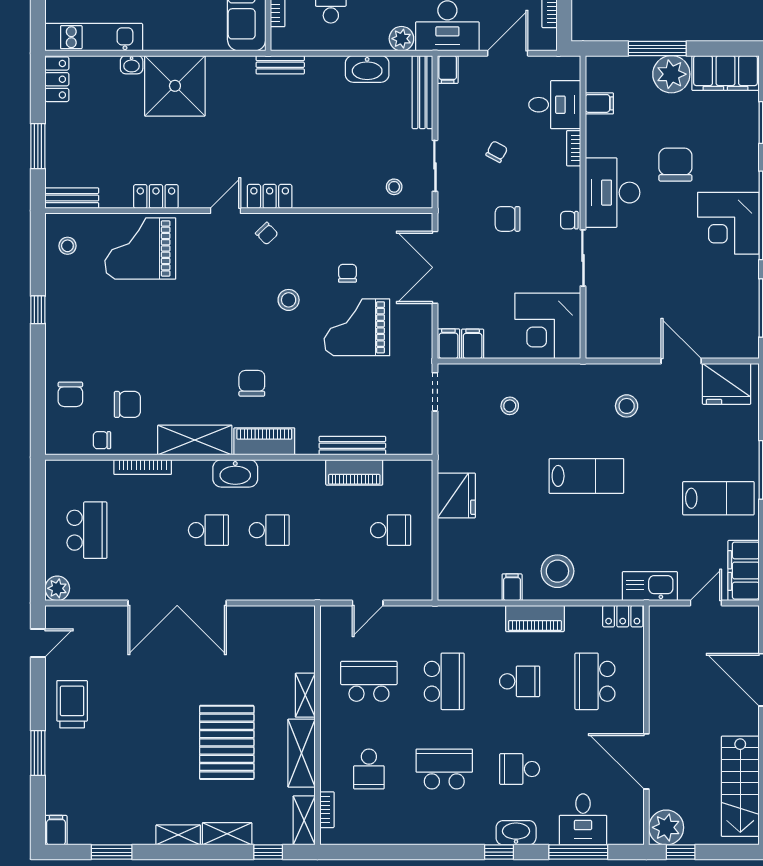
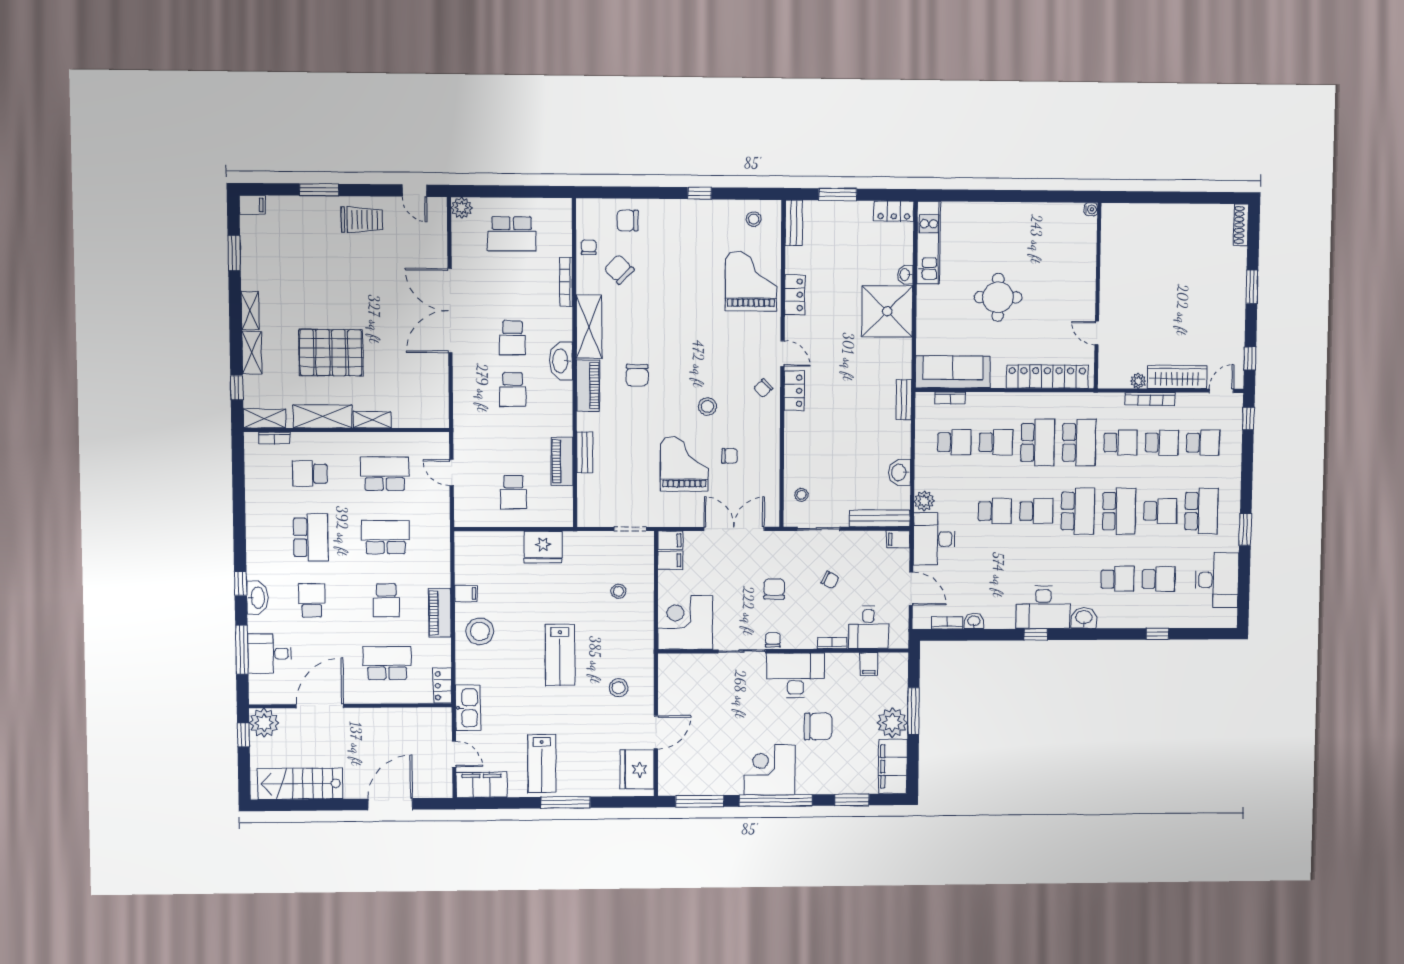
washbasin: (367, 69) -> (899, 472), width x0.72
chair: (252, 383) -> (637, 375), turned 90
chair: (127, 404) -> (619, 269), turned 135
bench: (352, 446) -> (585, 452), width x0.73
school desk: (369, 681) -> (385, 474), turned -90
school desk: (444, 681) -> (386, 537), turned 180

